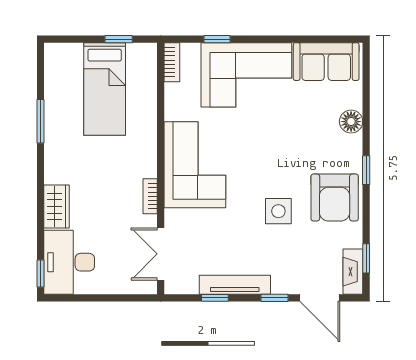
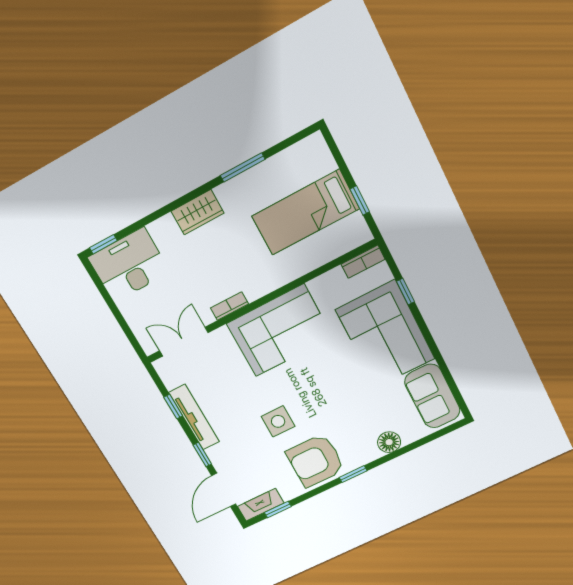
wardrobe: (57, 207) -> (198, 212), moved

